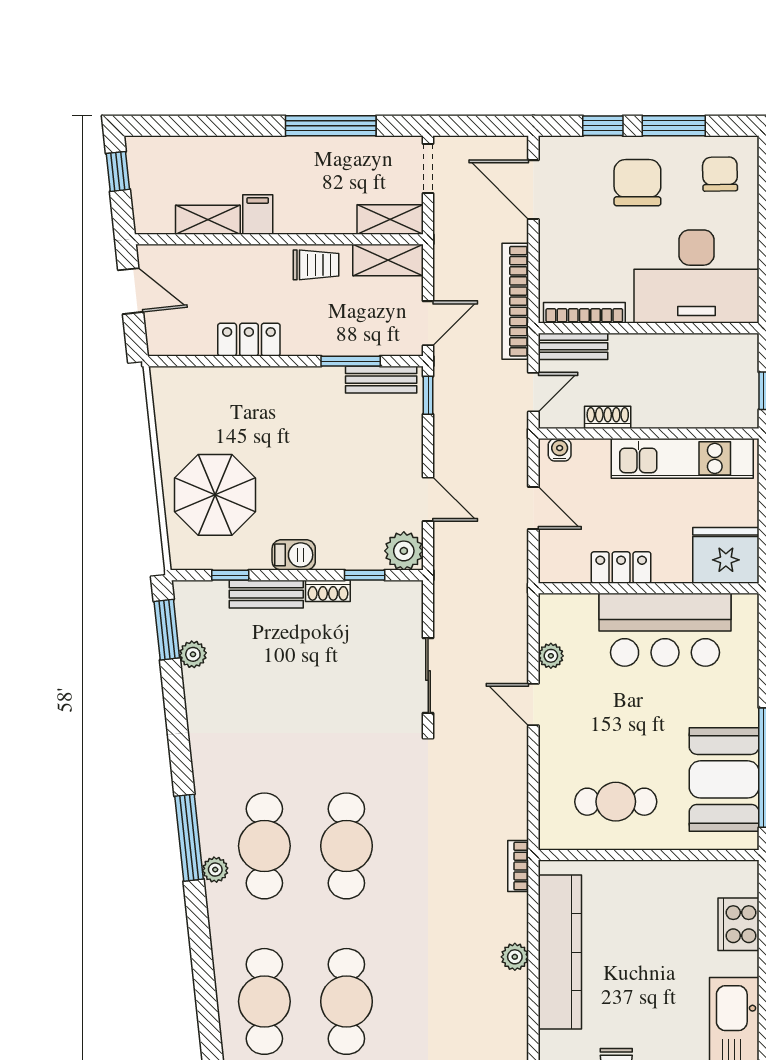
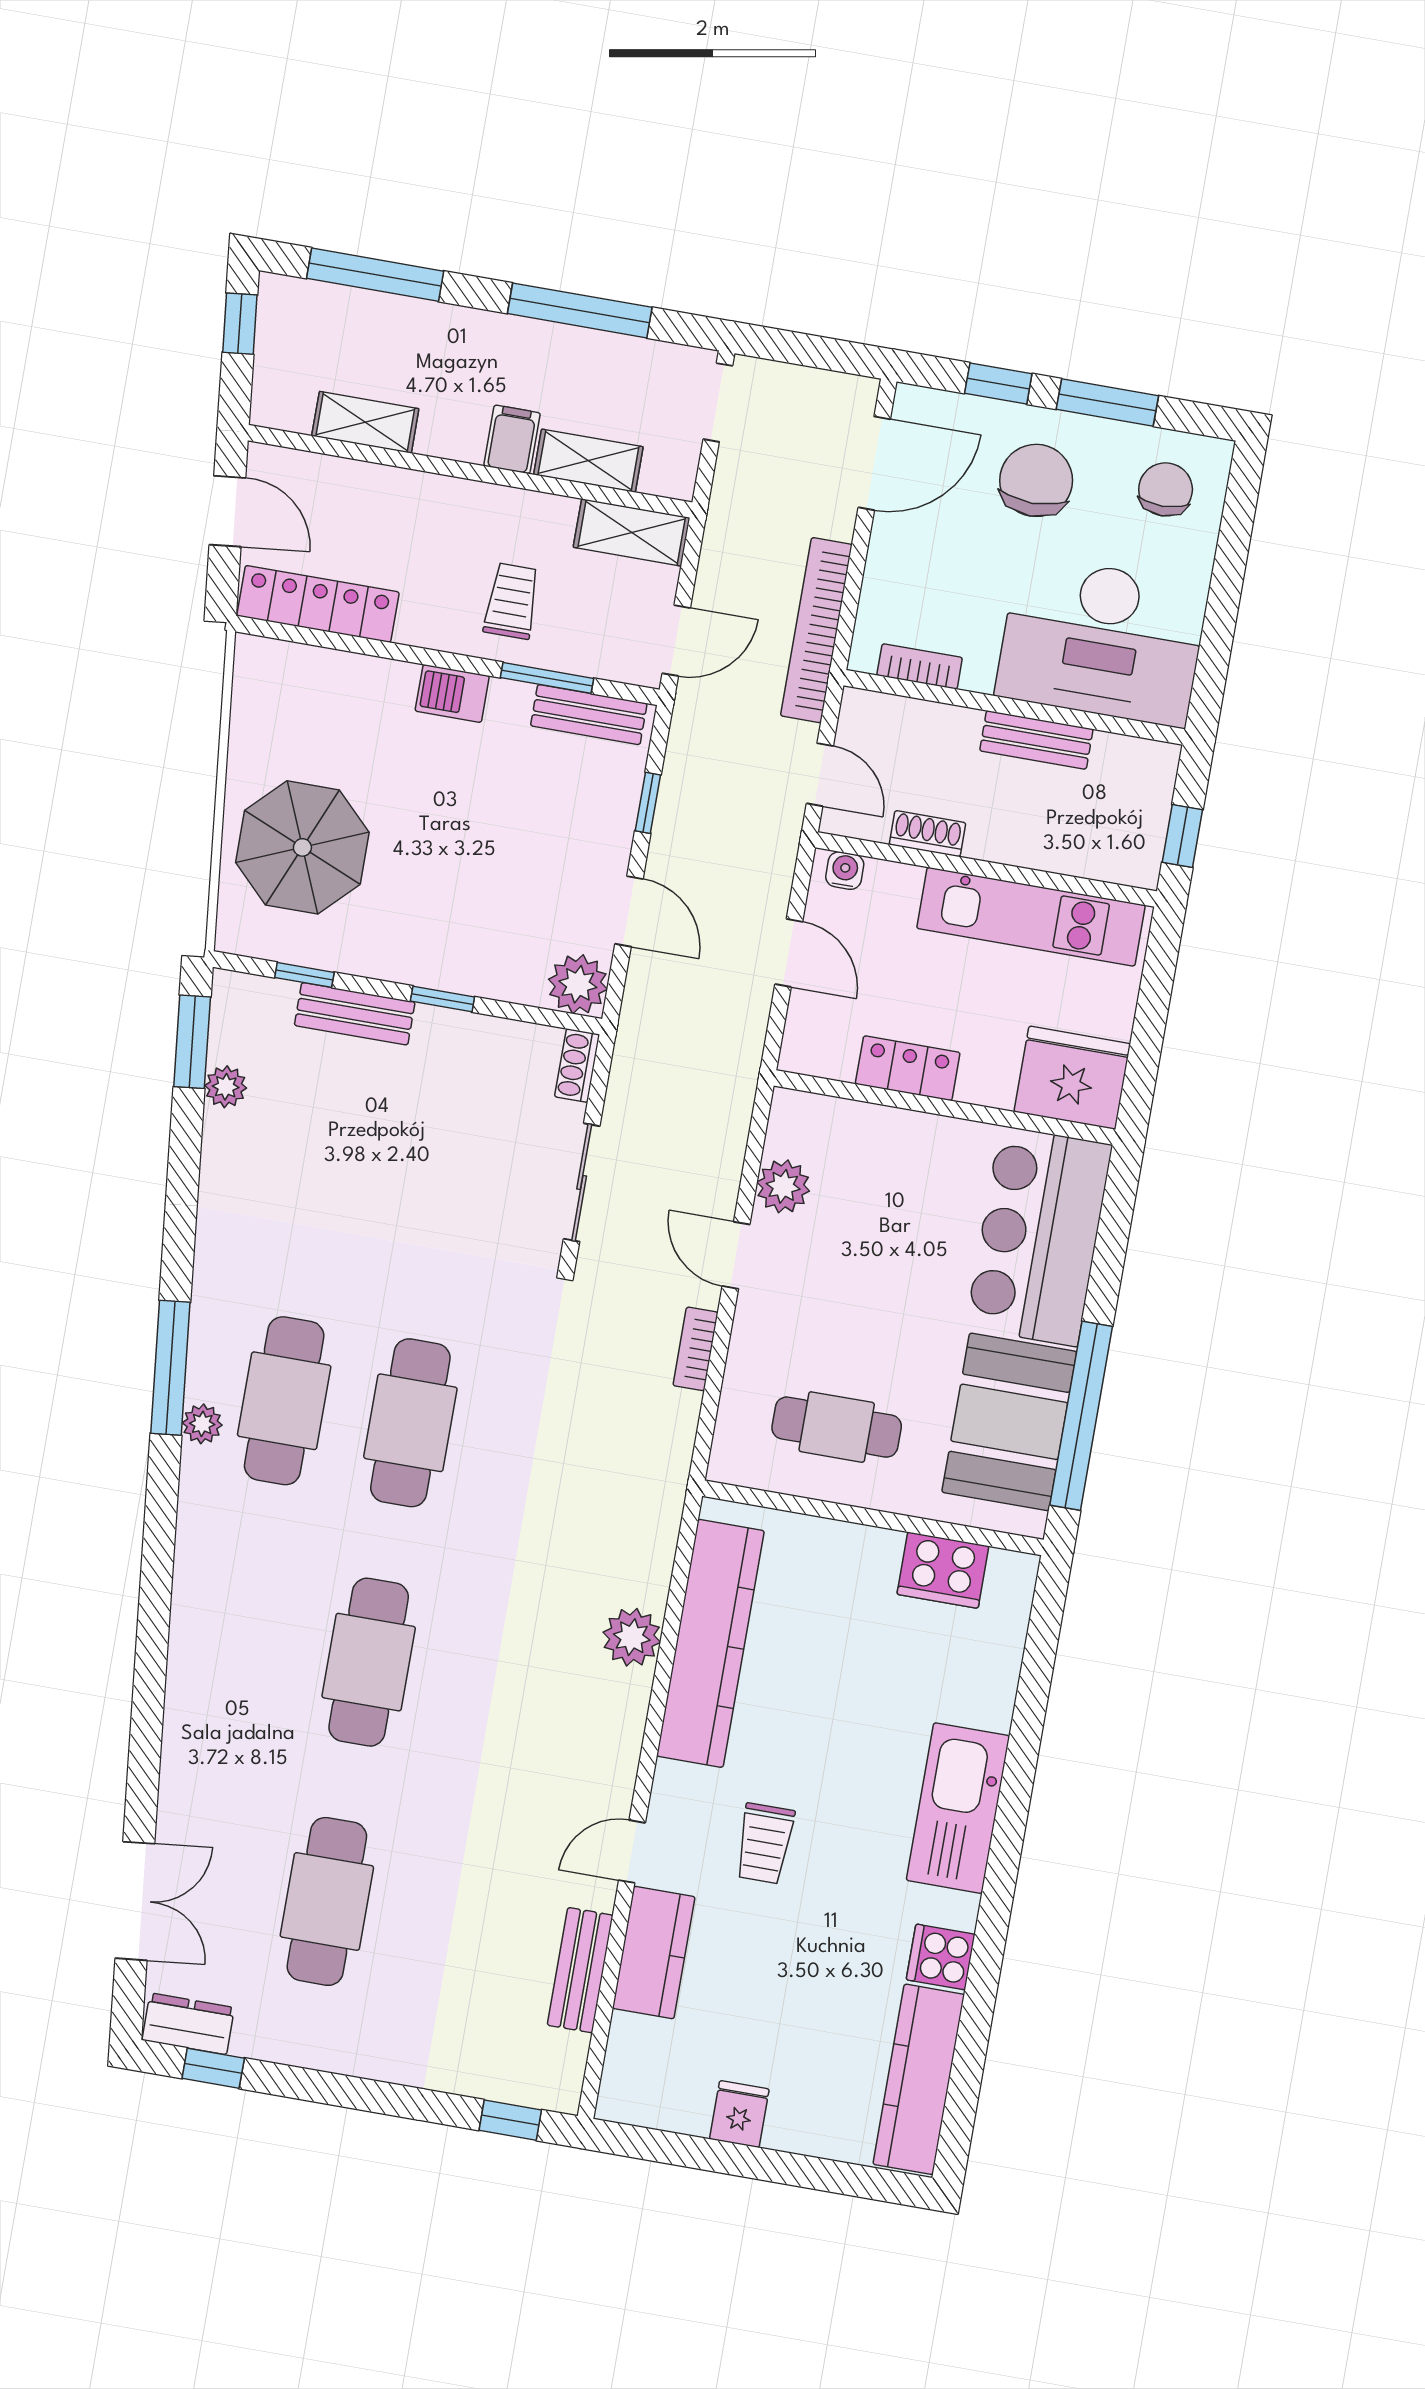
window: (198, 126) -> (375, 275), added
door: (533, 190) -> (874, 463), swing flipped
filing cabinet: (258, 214) -> (512, 439), moved
shelving: (390, 219) -> (588, 461), moved
trolley: (316, 265) -> (512, 601), moved, turned -90
bookcase: (584, 313) -> (920, 666), width x0.64
locker: (249, 340) -> (318, 604), moved, width x1.53
bench: (573, 346) -> (1036, 740), moved
door: (533, 392) -> (820, 775), hinge flipped
window: (428, 395) -> (648, 803), moved
barbecue: (294, 555) -> (452, 693), moved, turned 180
window: (365, 575) -> (442, 999), moved
shoe rack: (328, 591) -> (577, 1066), moved, turned 90
bar counter: (665, 630) -> (1039, 1236), moved, turned 90
plant: (551, 656) -> (783, 1186), width x1.38, depth x1.38
bookcase: (518, 866) -> (696, 1349), moved
cooker: (739, 924) -> (943, 1570), moved, turned -90
plant: (515, 957) -> (632, 1637), width x1.38, depth x1.38
cafe table: (264, 1001) -> (242, 1640), removed

